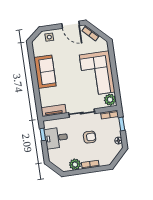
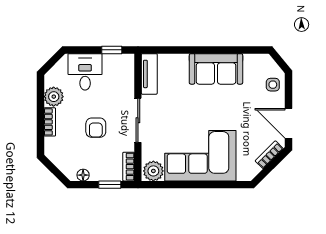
door: (71, 25) -> (288, 123), hinge flipped
desk: (56, 138) -> (85, 72), moved

